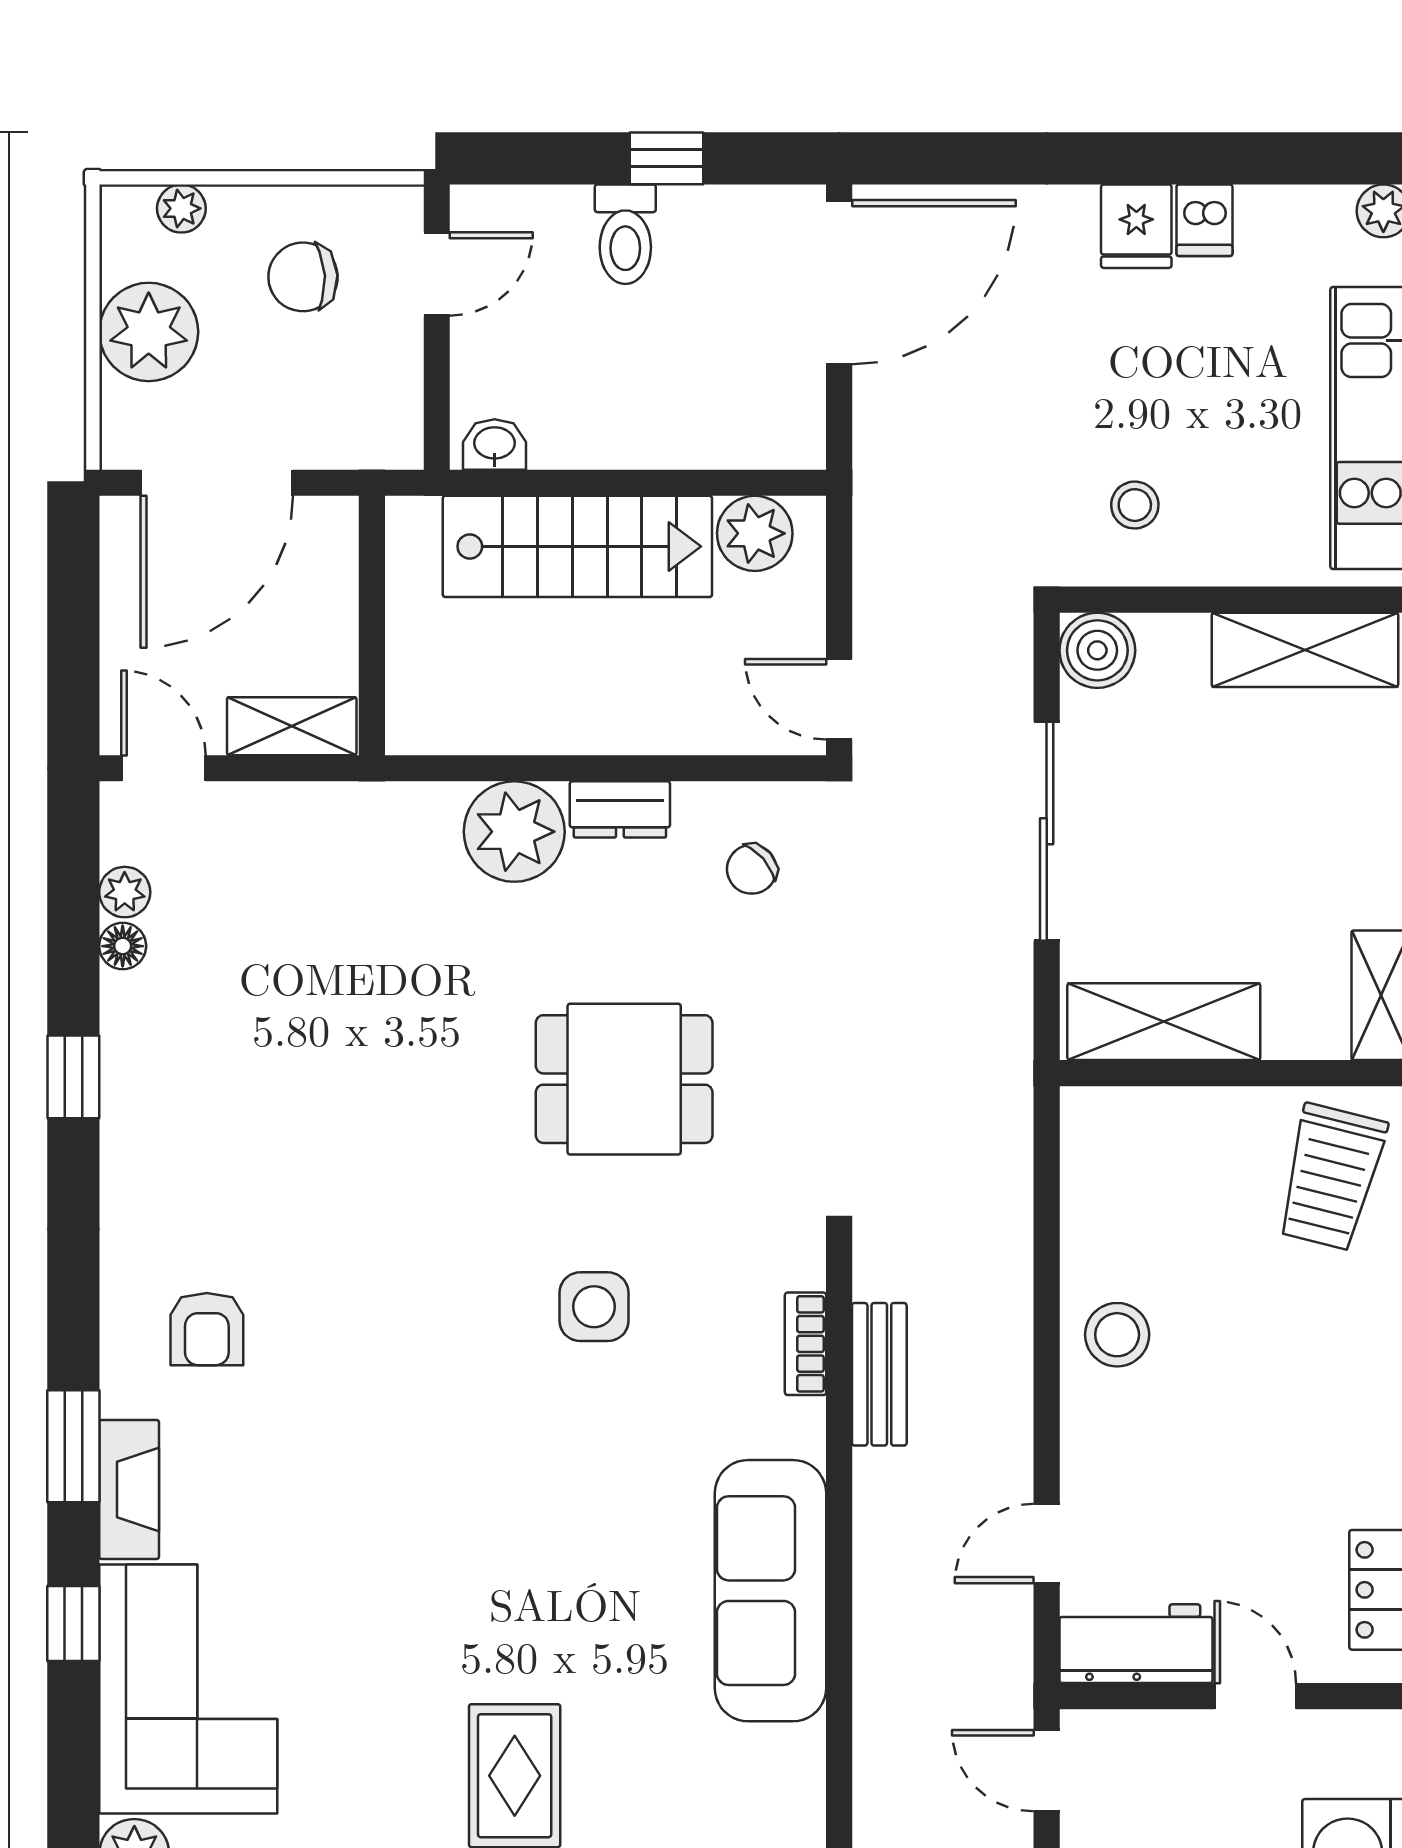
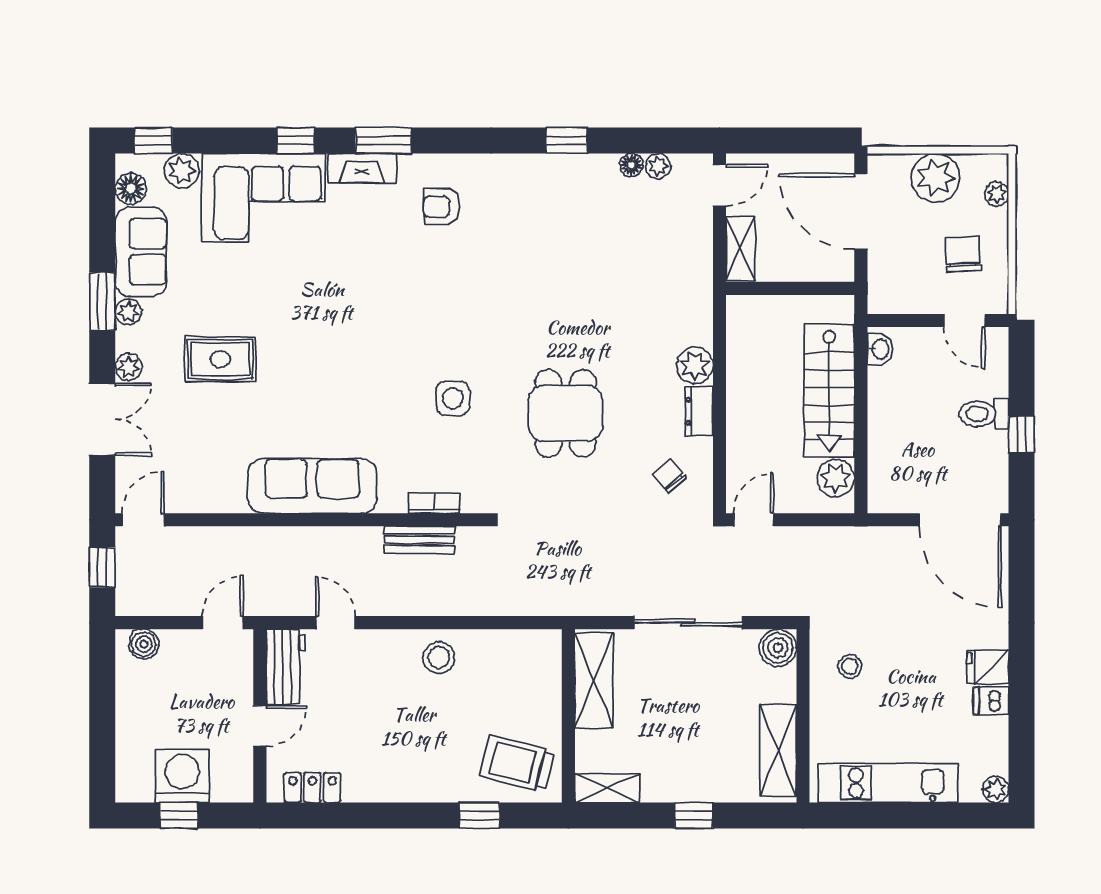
plant: (514, 832) -> (695, 366), width x0.73, depth x0.73

